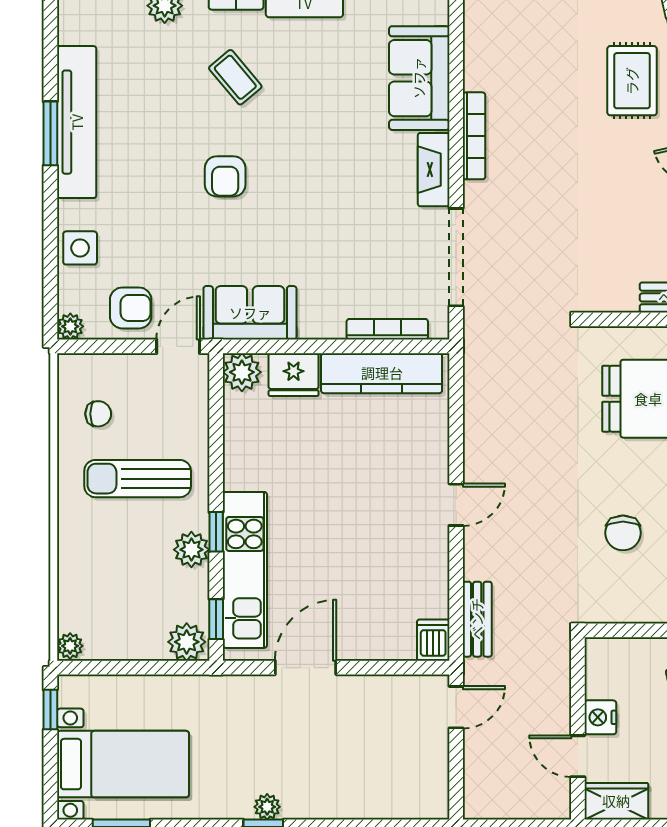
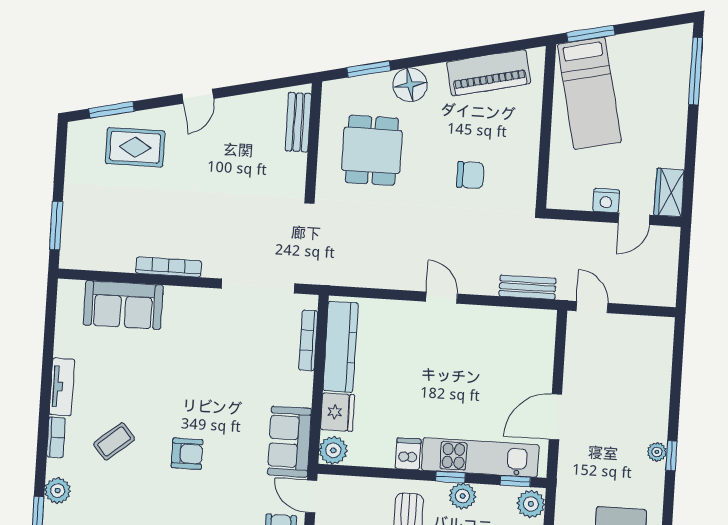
fireplace: (434, 170) -> (192, 299), removed
dishwasher: (433, 640) -> (408, 454), moved, turned 90
door: (306, 668) -> (555, 417), hinge flipped

